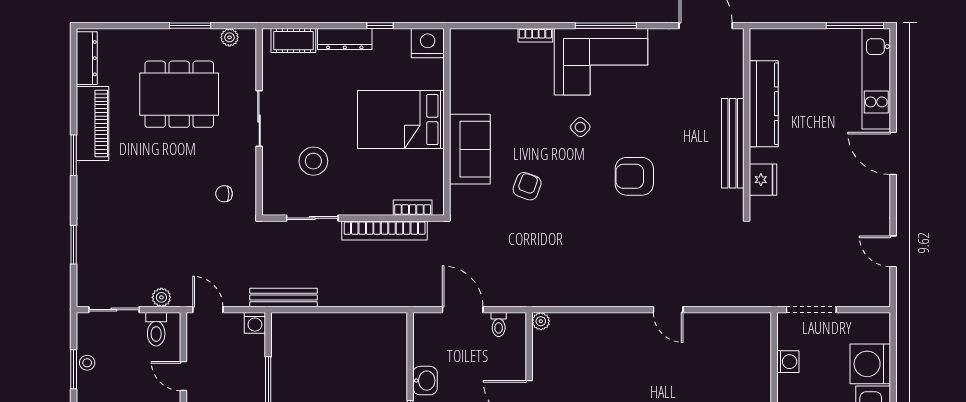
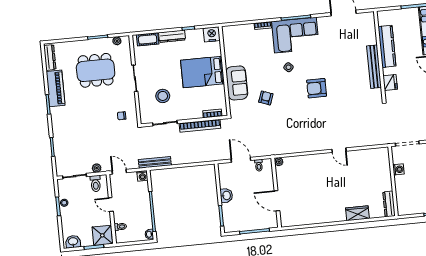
kitchen counter: (764, 104) -> (387, 46), moved
wall: (747, 122) -> (380, 56), moved
bench: (733, 143) -> (374, 67), moved
fridge: (763, 180) -> (390, 83), moved

